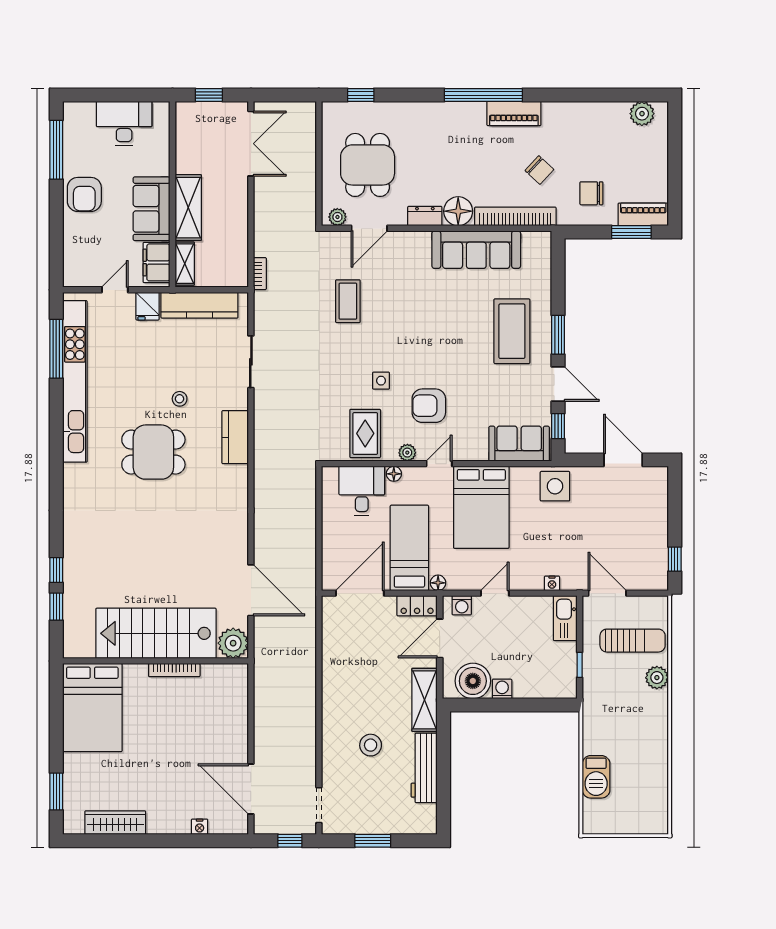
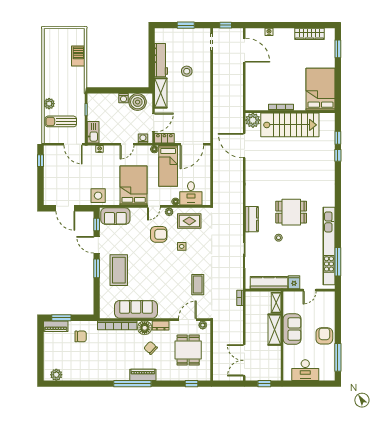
piano: (514, 113) -> (143, 375), moved
chair: (539, 170) -> (151, 348), moved
filing cabinet: (157, 262) -> (290, 303), removed
rug: (365, 433) -> (189, 221), turned 90

